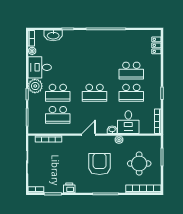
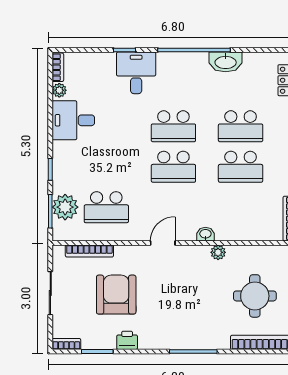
washbasin: (53, 35) -> (226, 62), moved
plant: (35, 86) -> (65, 207), moved
school desk: (58, 93) -> (173, 126), moved
desk: (128, 122) -> (136, 73), moved, turned 180
armchair: (100, 164) -> (116, 295), moved

